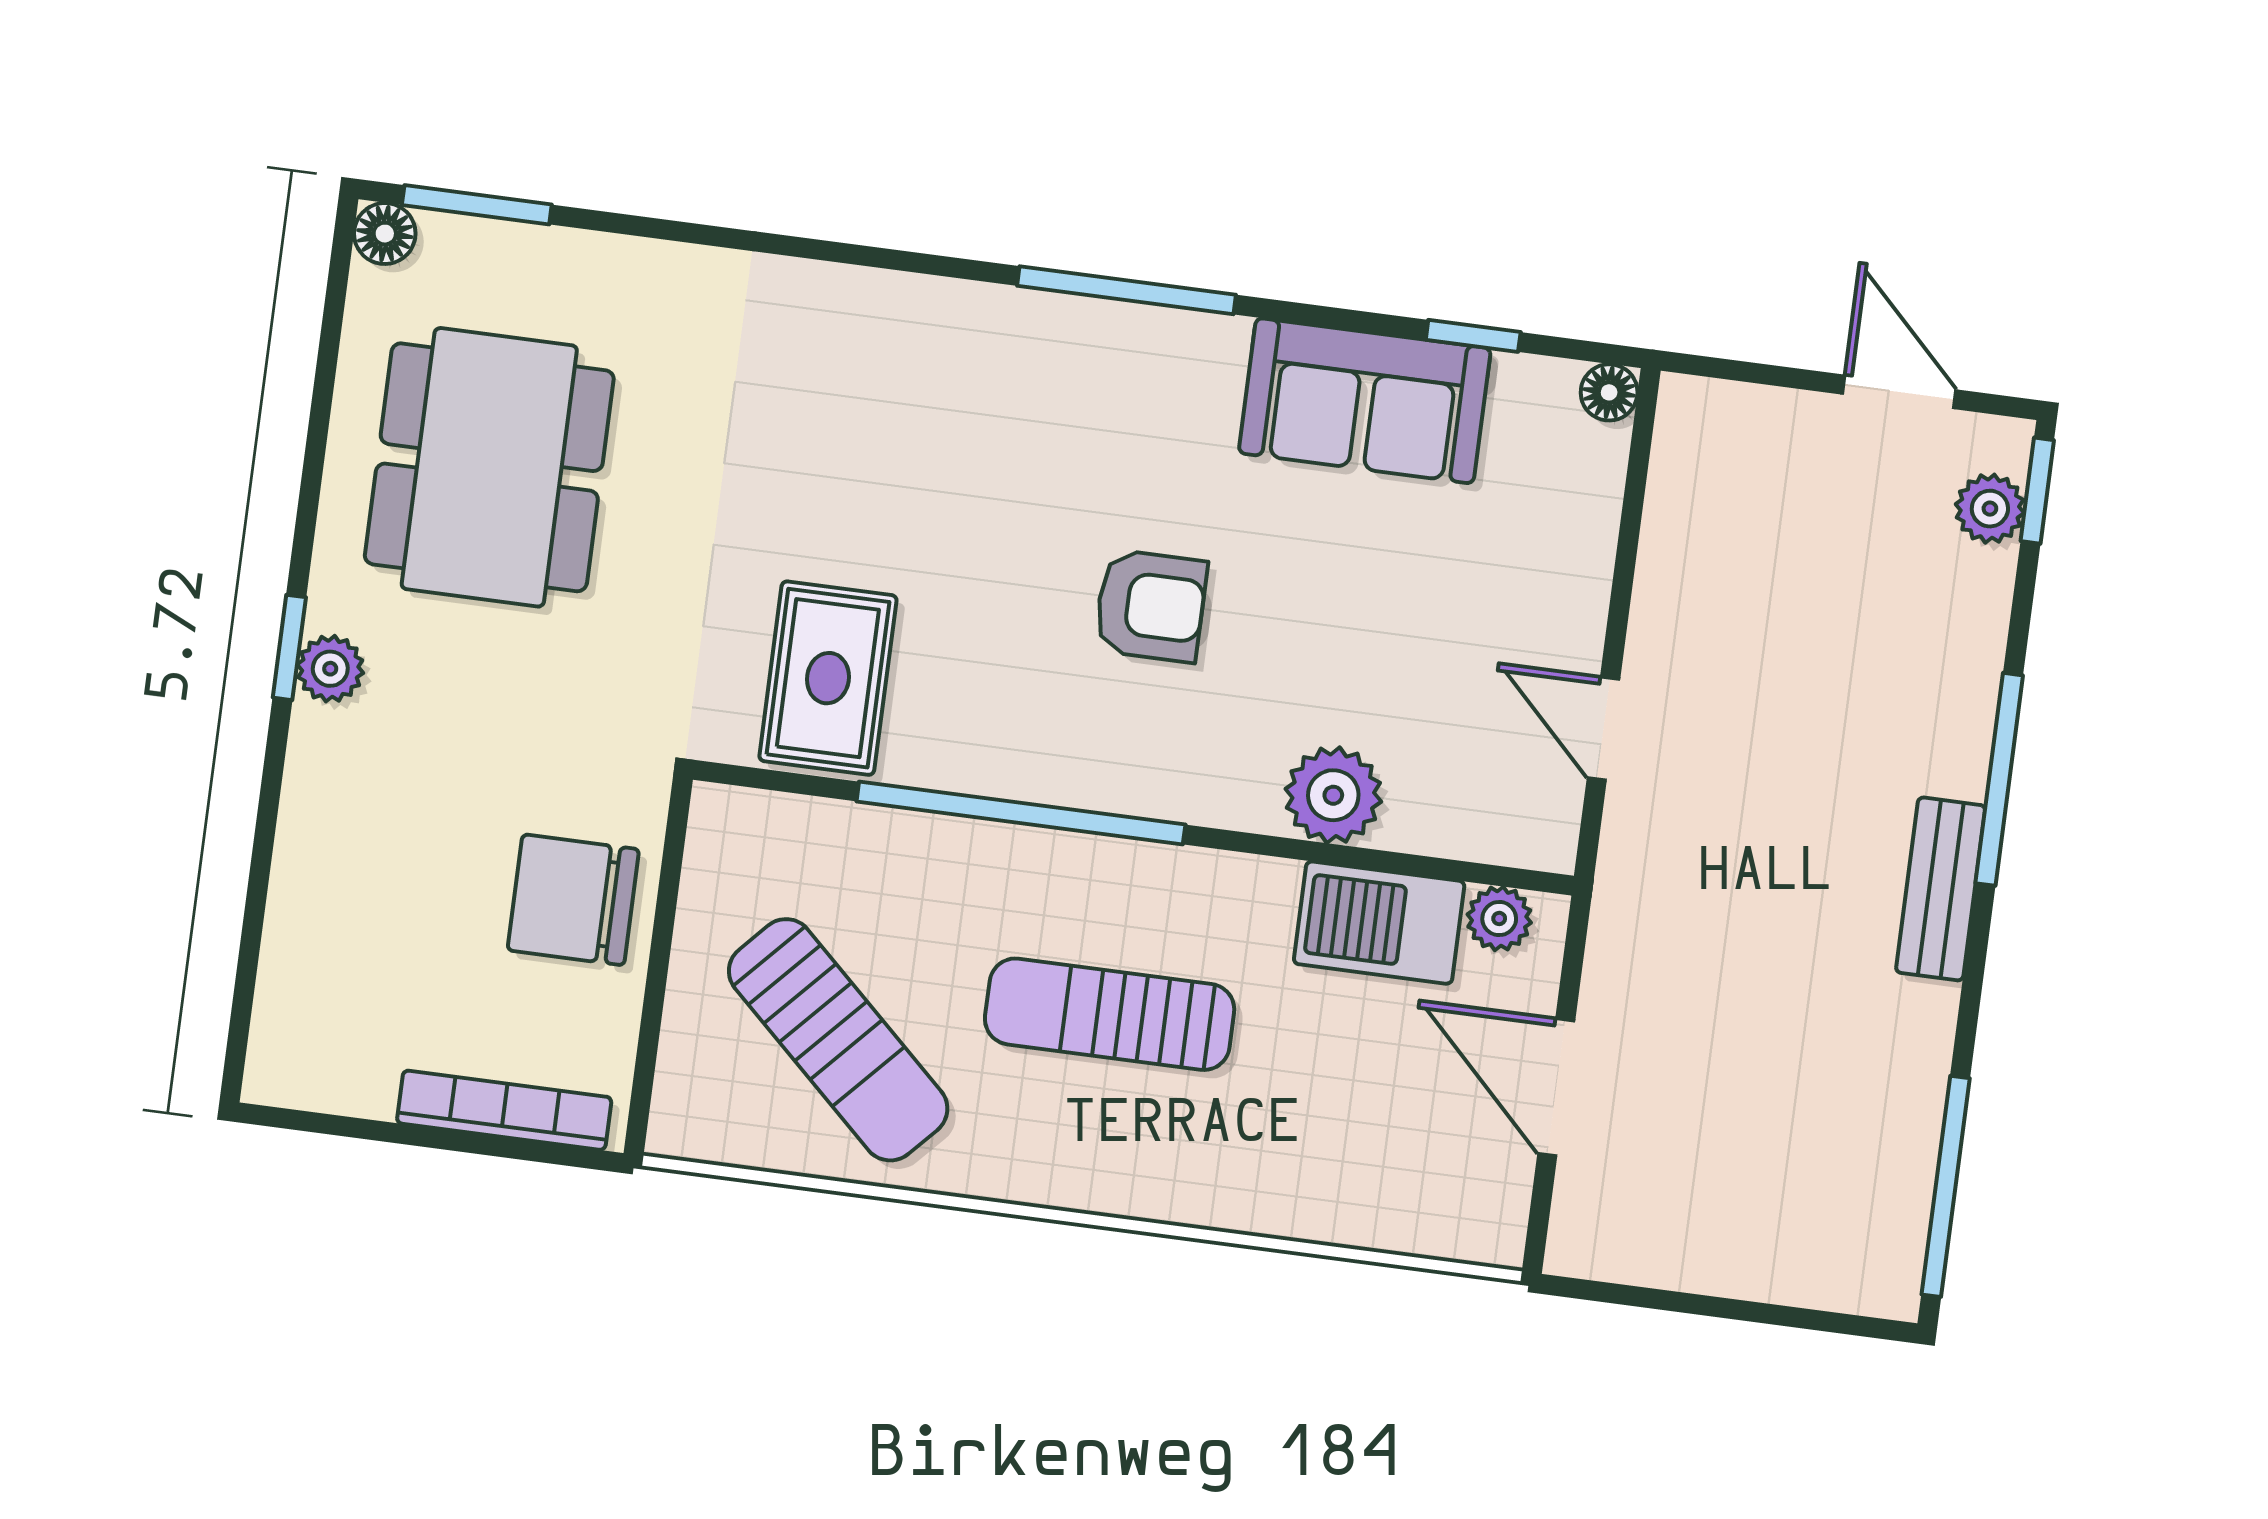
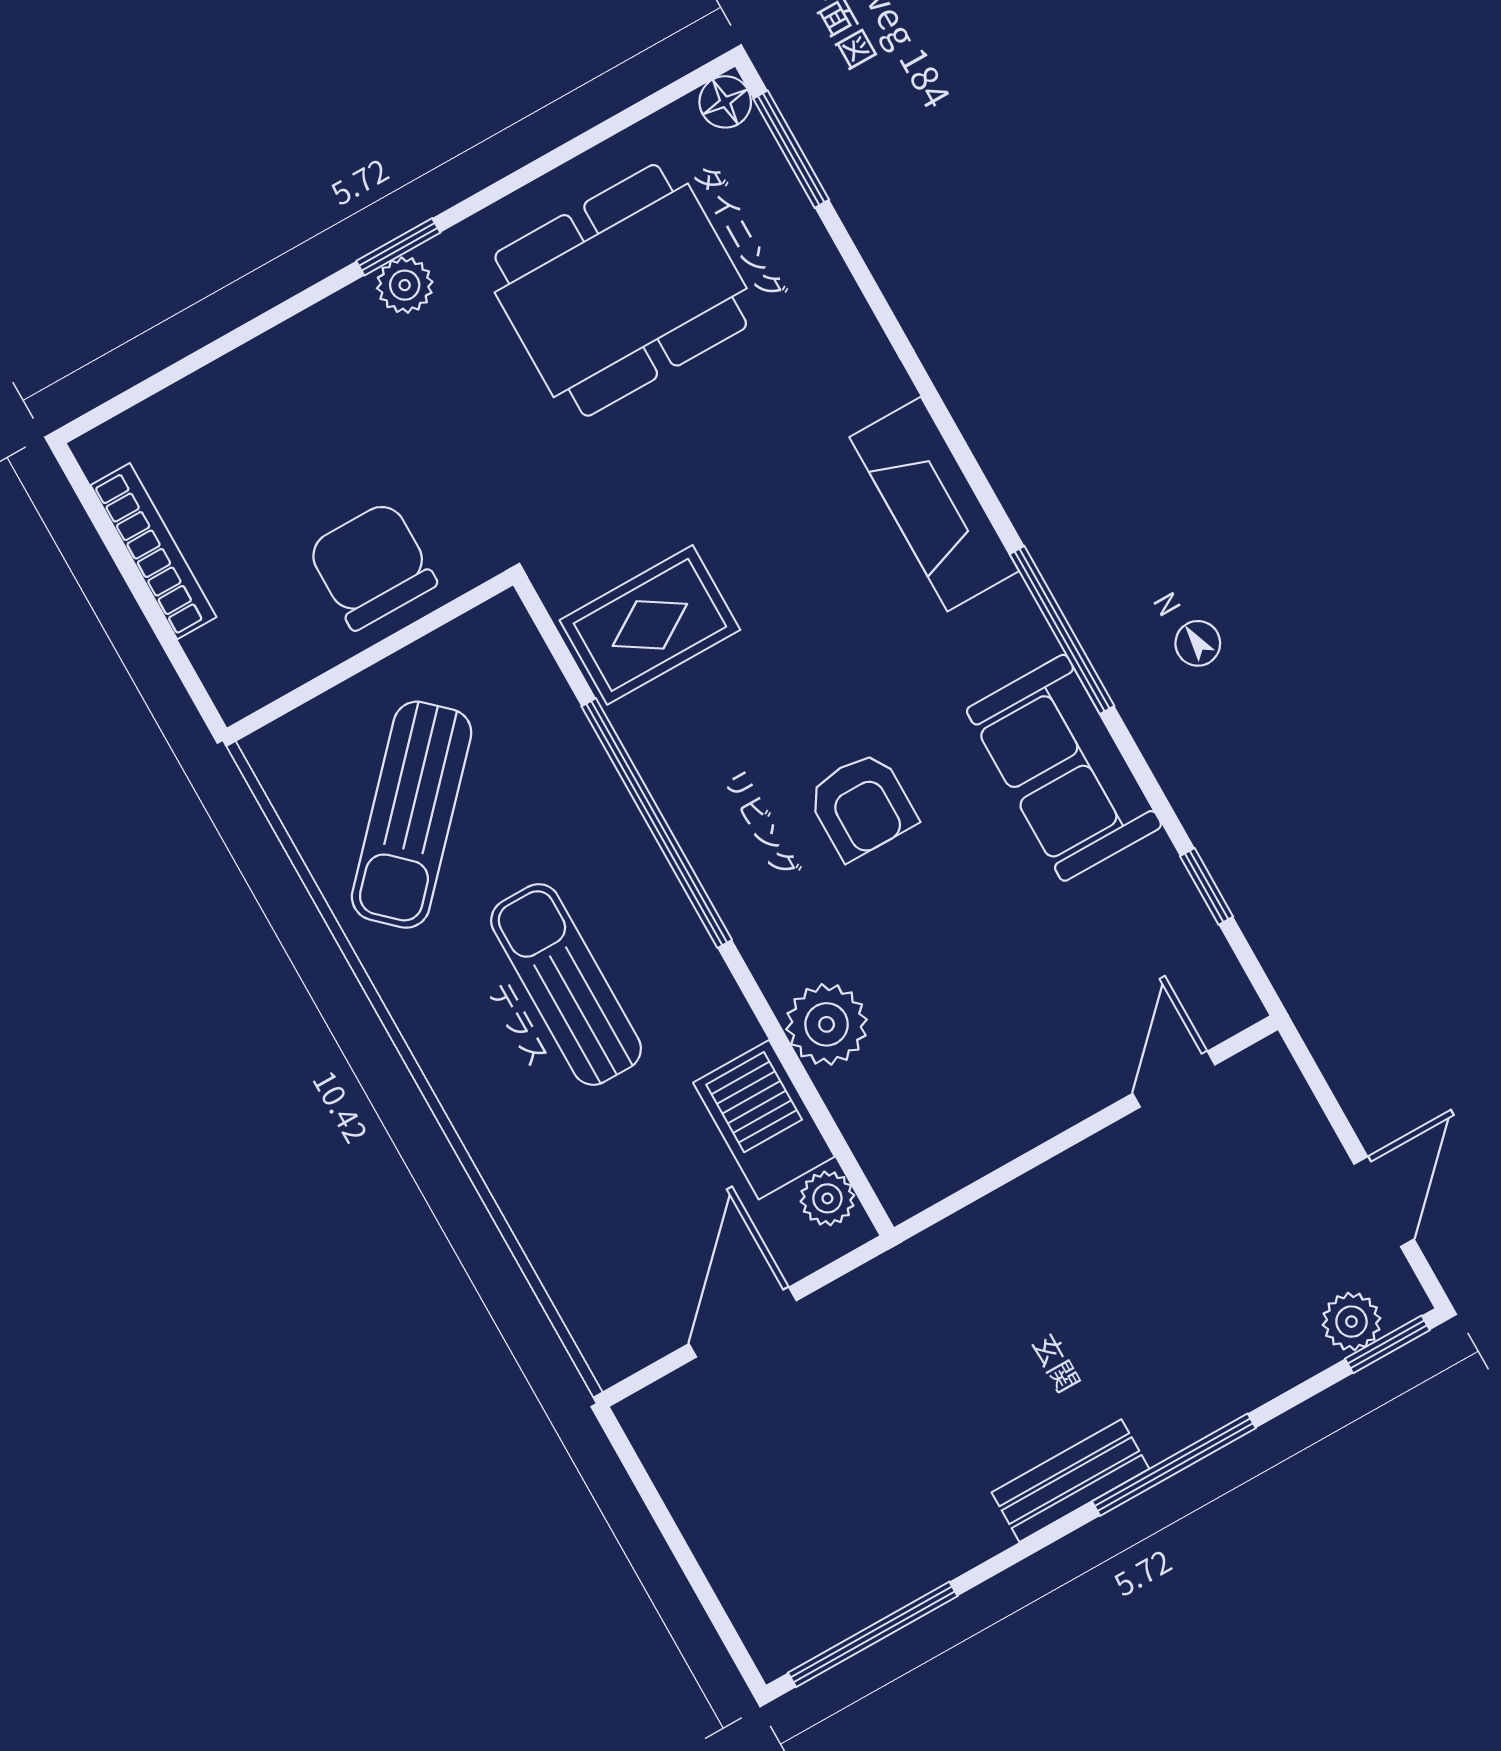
fireplace: (916, 322) -> (934, 504), added
floor lamp: (1609, 392) -> (1237, 1006), removed
sofa: (1365, 401) -> (1064, 768), moved
door: (1603, 729) -> (1174, 1079), moved
bookcase: (504, 1110) -> (153, 551), moved

